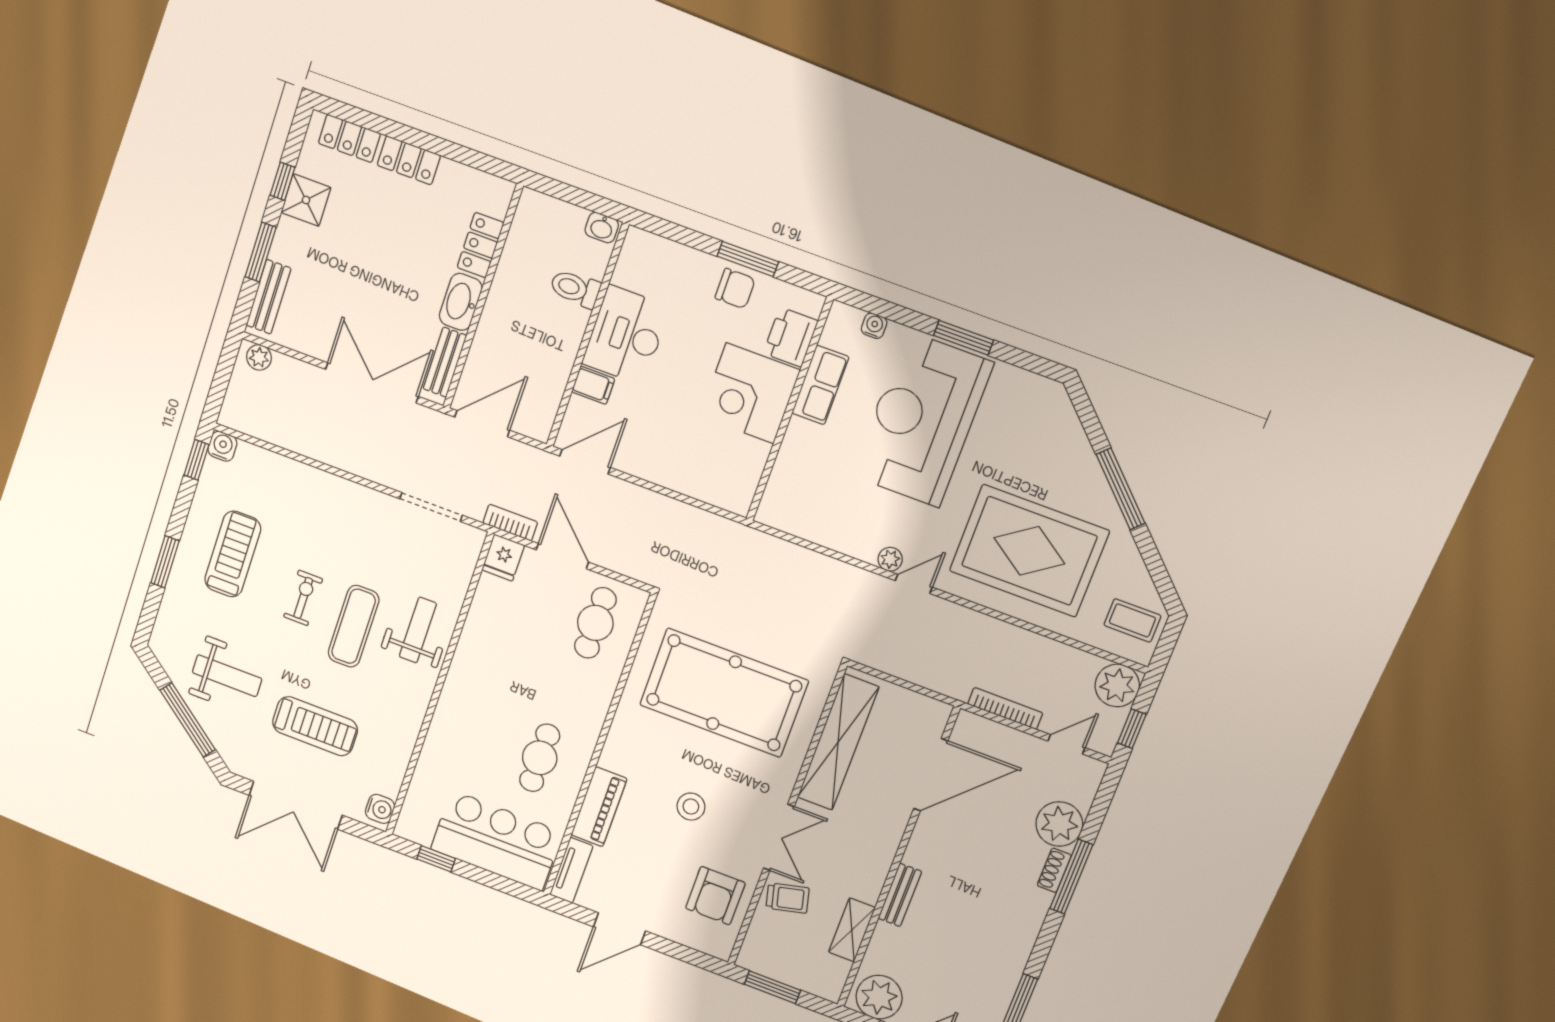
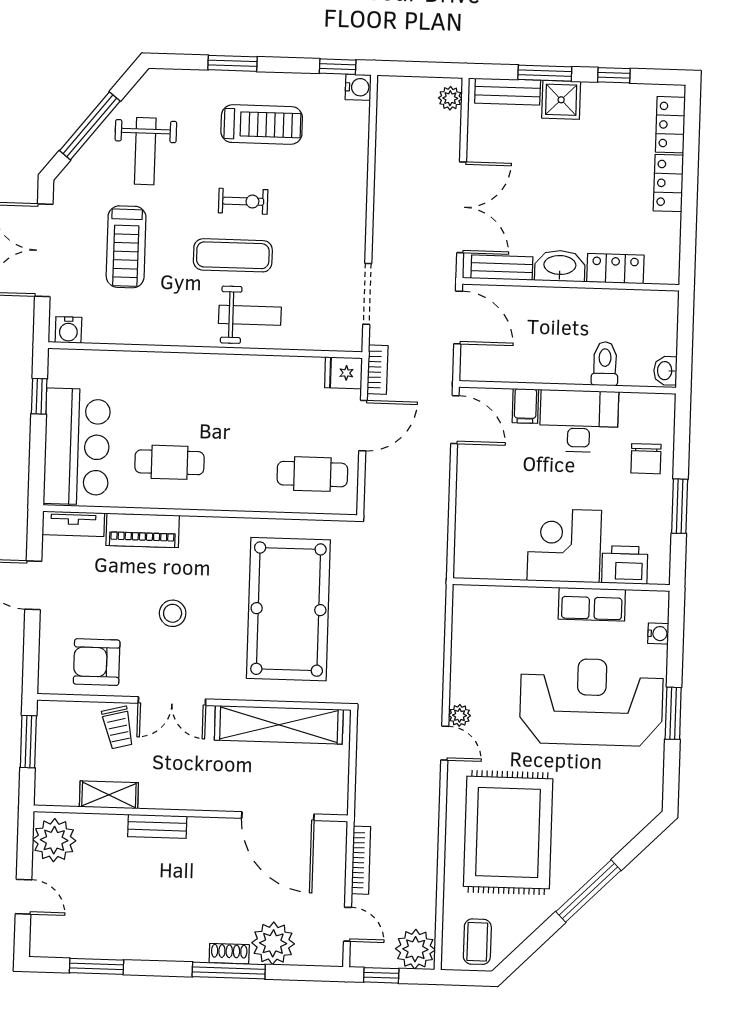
shower: (306, 200) -> (561, 100), moved
chair: (735, 289) -> (646, 459), moved

